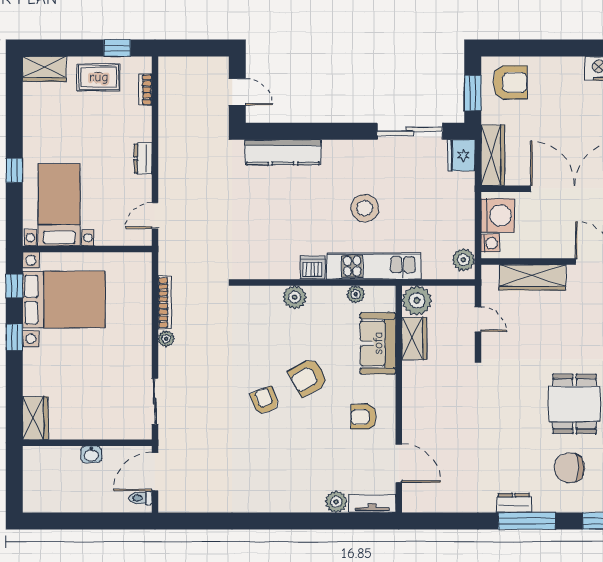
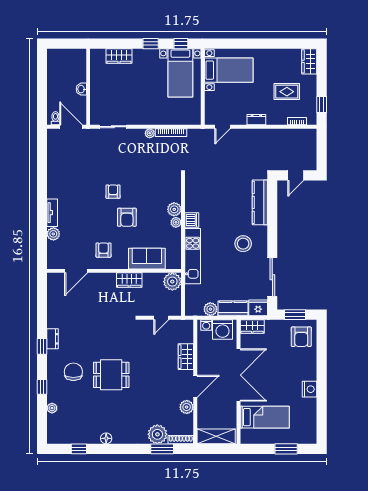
rug: (99, 77) -> (287, 92), moved, turned 90
wardrobe: (493, 155) -> (252, 326), width x0.67
window: (14, 170) -> (249, 44), removed
kitchen counter: (462, 198) -> (233, 308), added
stool: (365, 208) -> (243, 244), moved
door: (155, 216) -> (223, 127), swing flipped
plant: (463, 260) -> (210, 309), moved
wardrobe: (533, 277) -> (186, 357), width x0.67
plant: (356, 294) -> (176, 222), moved
bed with nightstands: (64, 299) -> (180, 73), width x0.73
wardrobe: (414, 338) -> (129, 280), moved
armchair: (308, 377) -> (127, 217), turned -151
armchair: (265, 401) -> (113, 192), turned -69
wardrobe: (35, 418) -> (119, 56), moved
tv unit: (372, 504) -> (52, 213), moved
window: (527, 521) -> (42, 346), width x0.46

